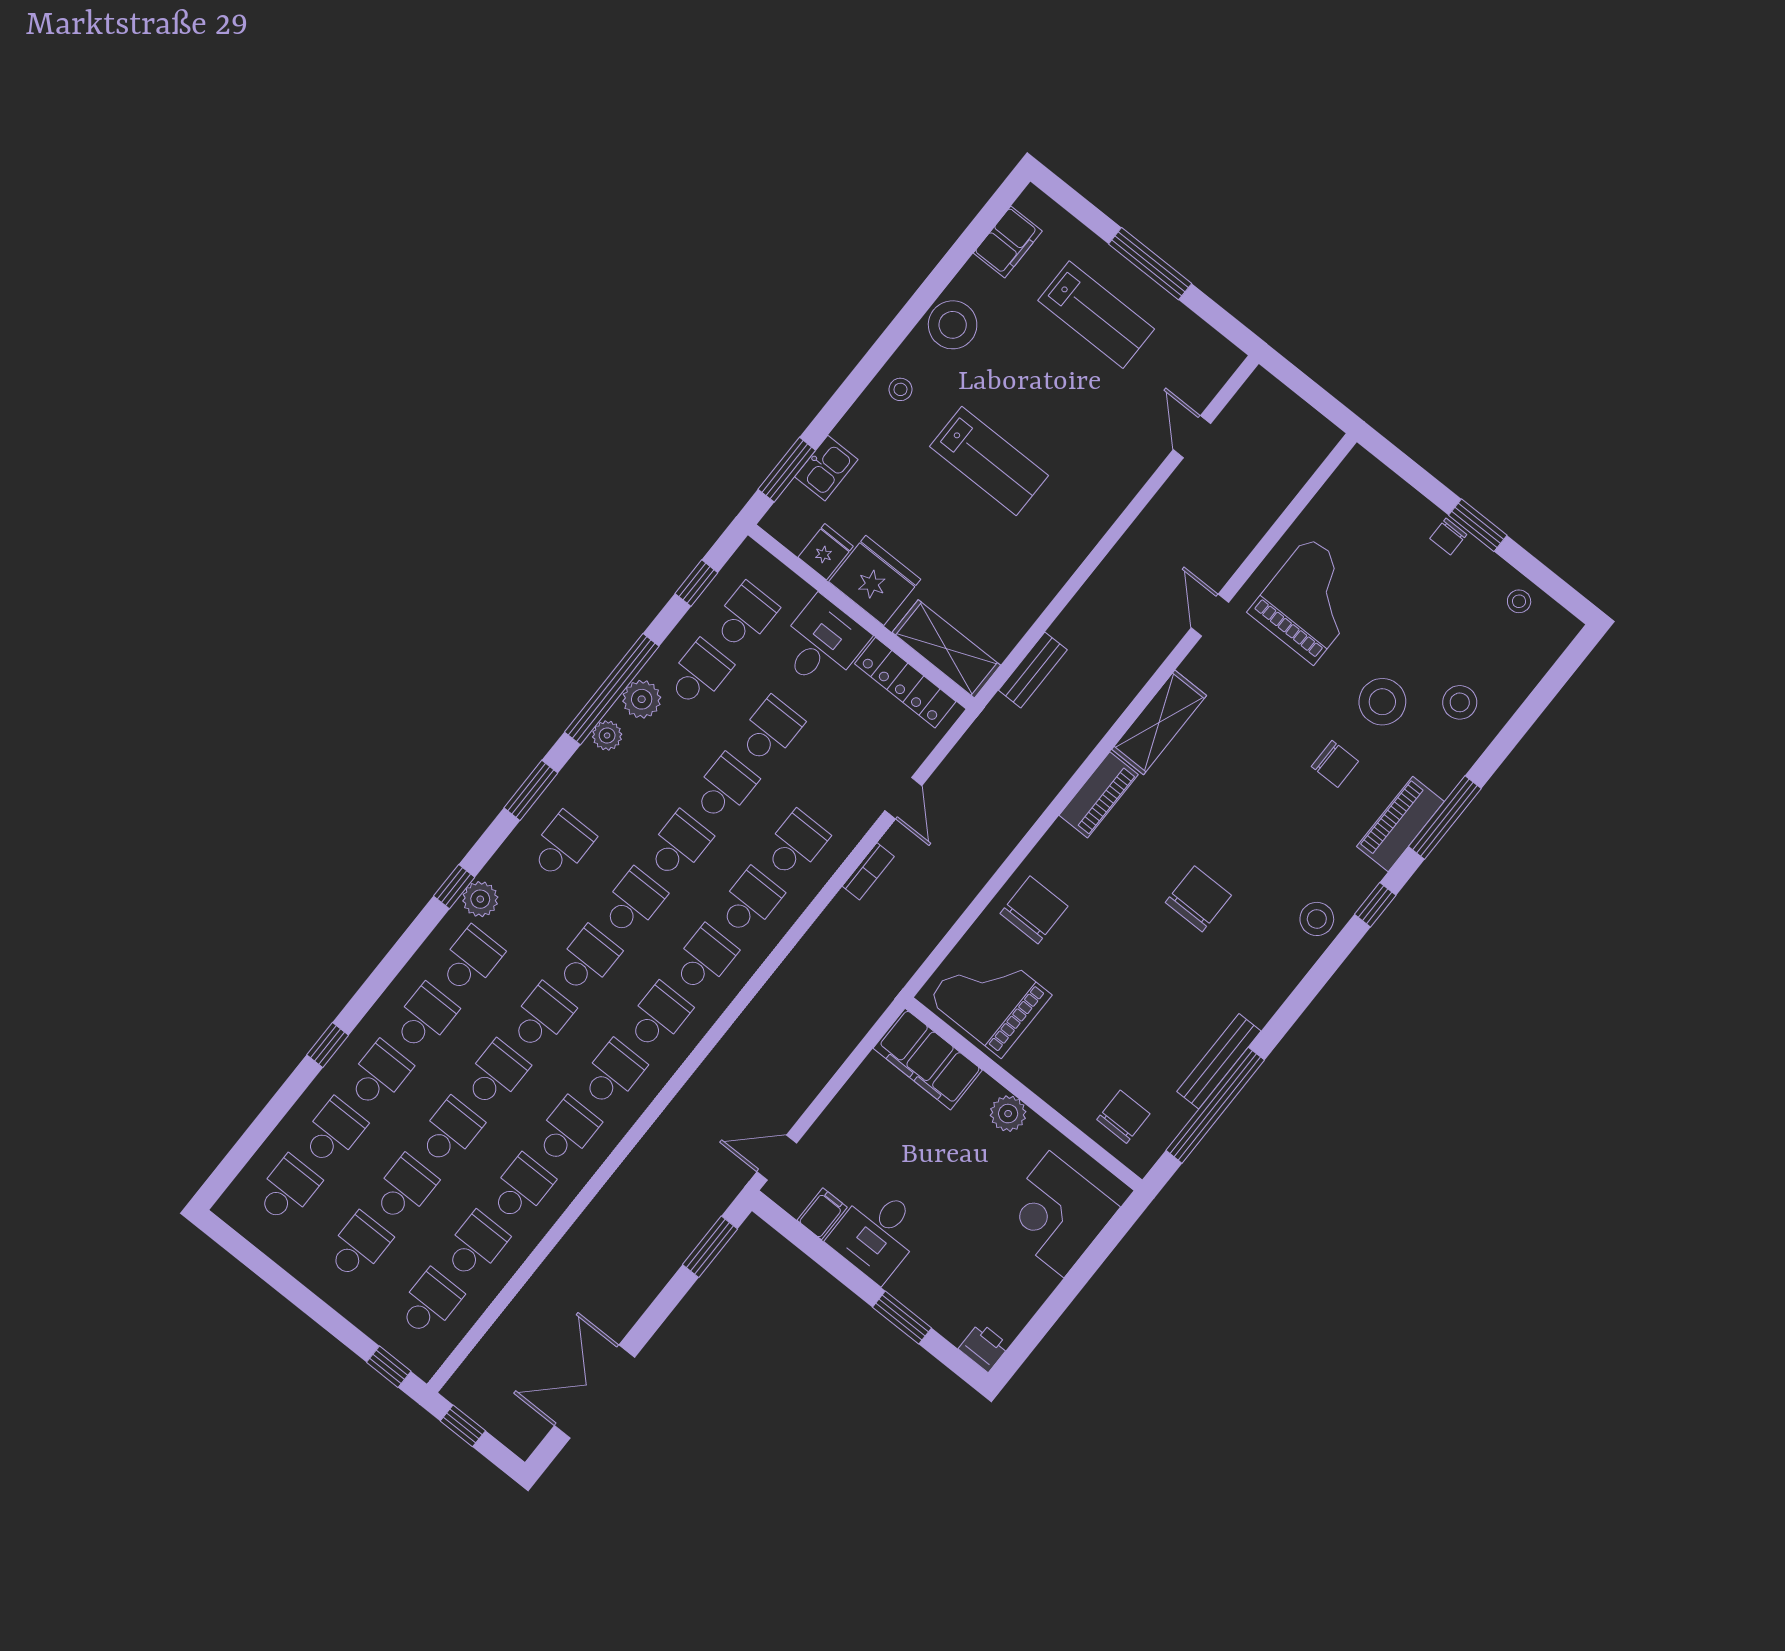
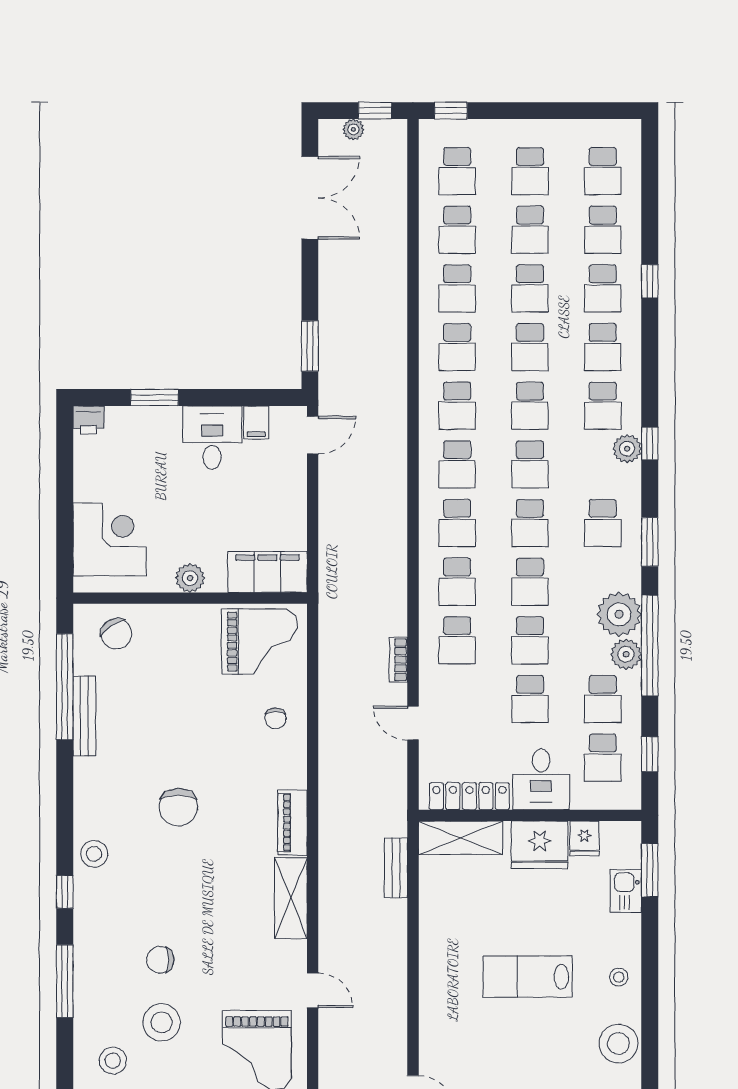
plant: (607, 735) -> (619, 614), width x1.88, depth x1.88
piano: (1400, 824) -> (89, 955), removed
chair: (1034, 910) -> (275, 718), width x0.54, depth x0.54
chair: (1123, 1117) -> (116, 634), turned -34
plant: (499, 1424) -> (353, 129), added

